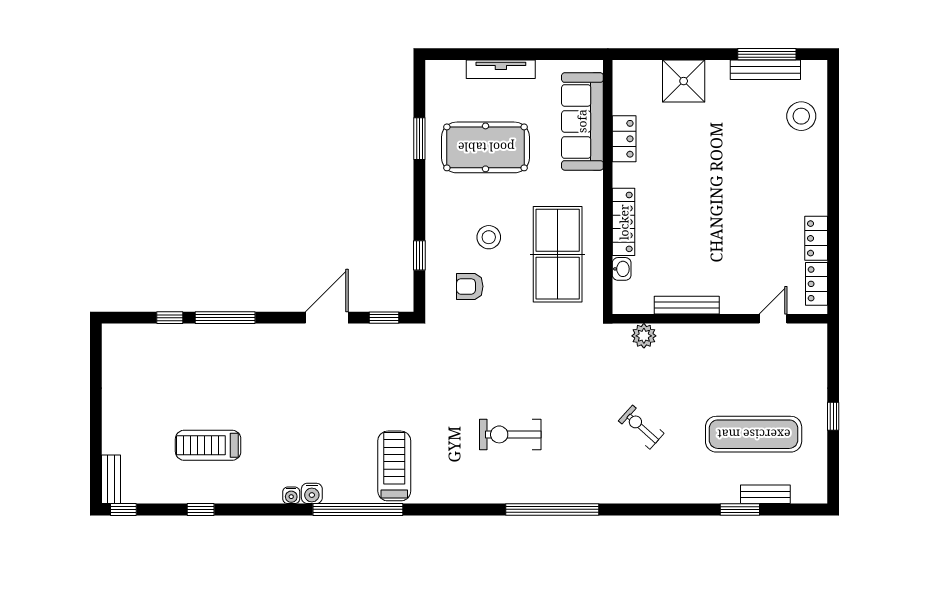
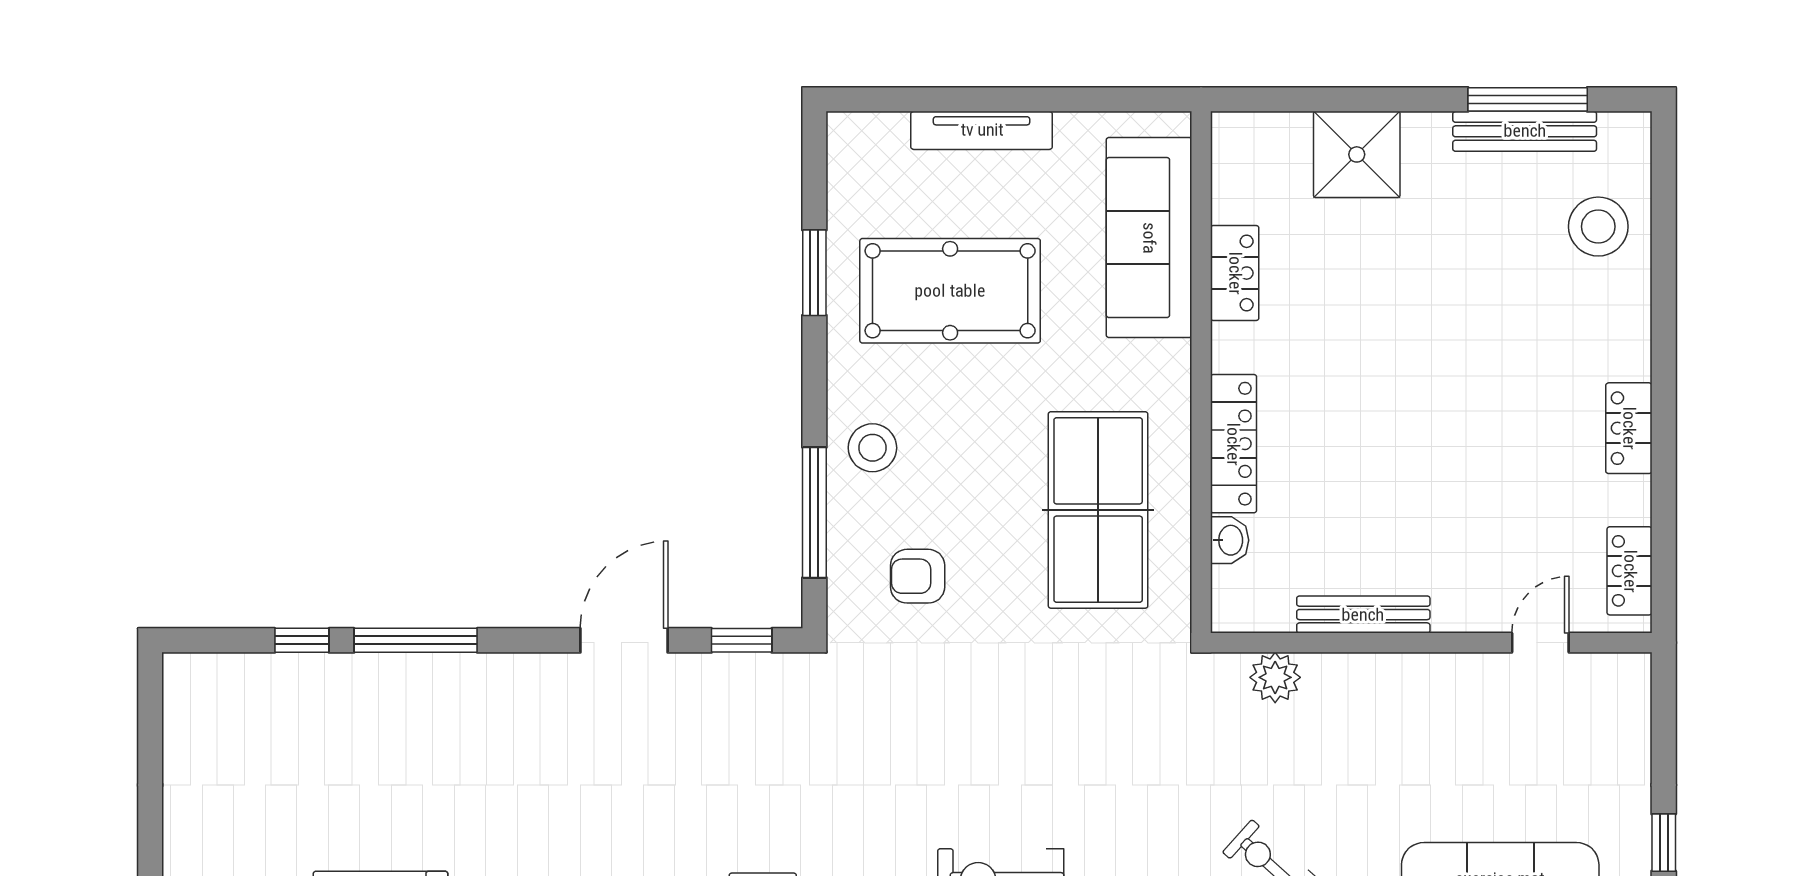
stool: (489, 237) -> (872, 448), moved
locker: (816, 238) -> (1629, 428), moved
window: (419, 255) -> (814, 512), width x2.17

